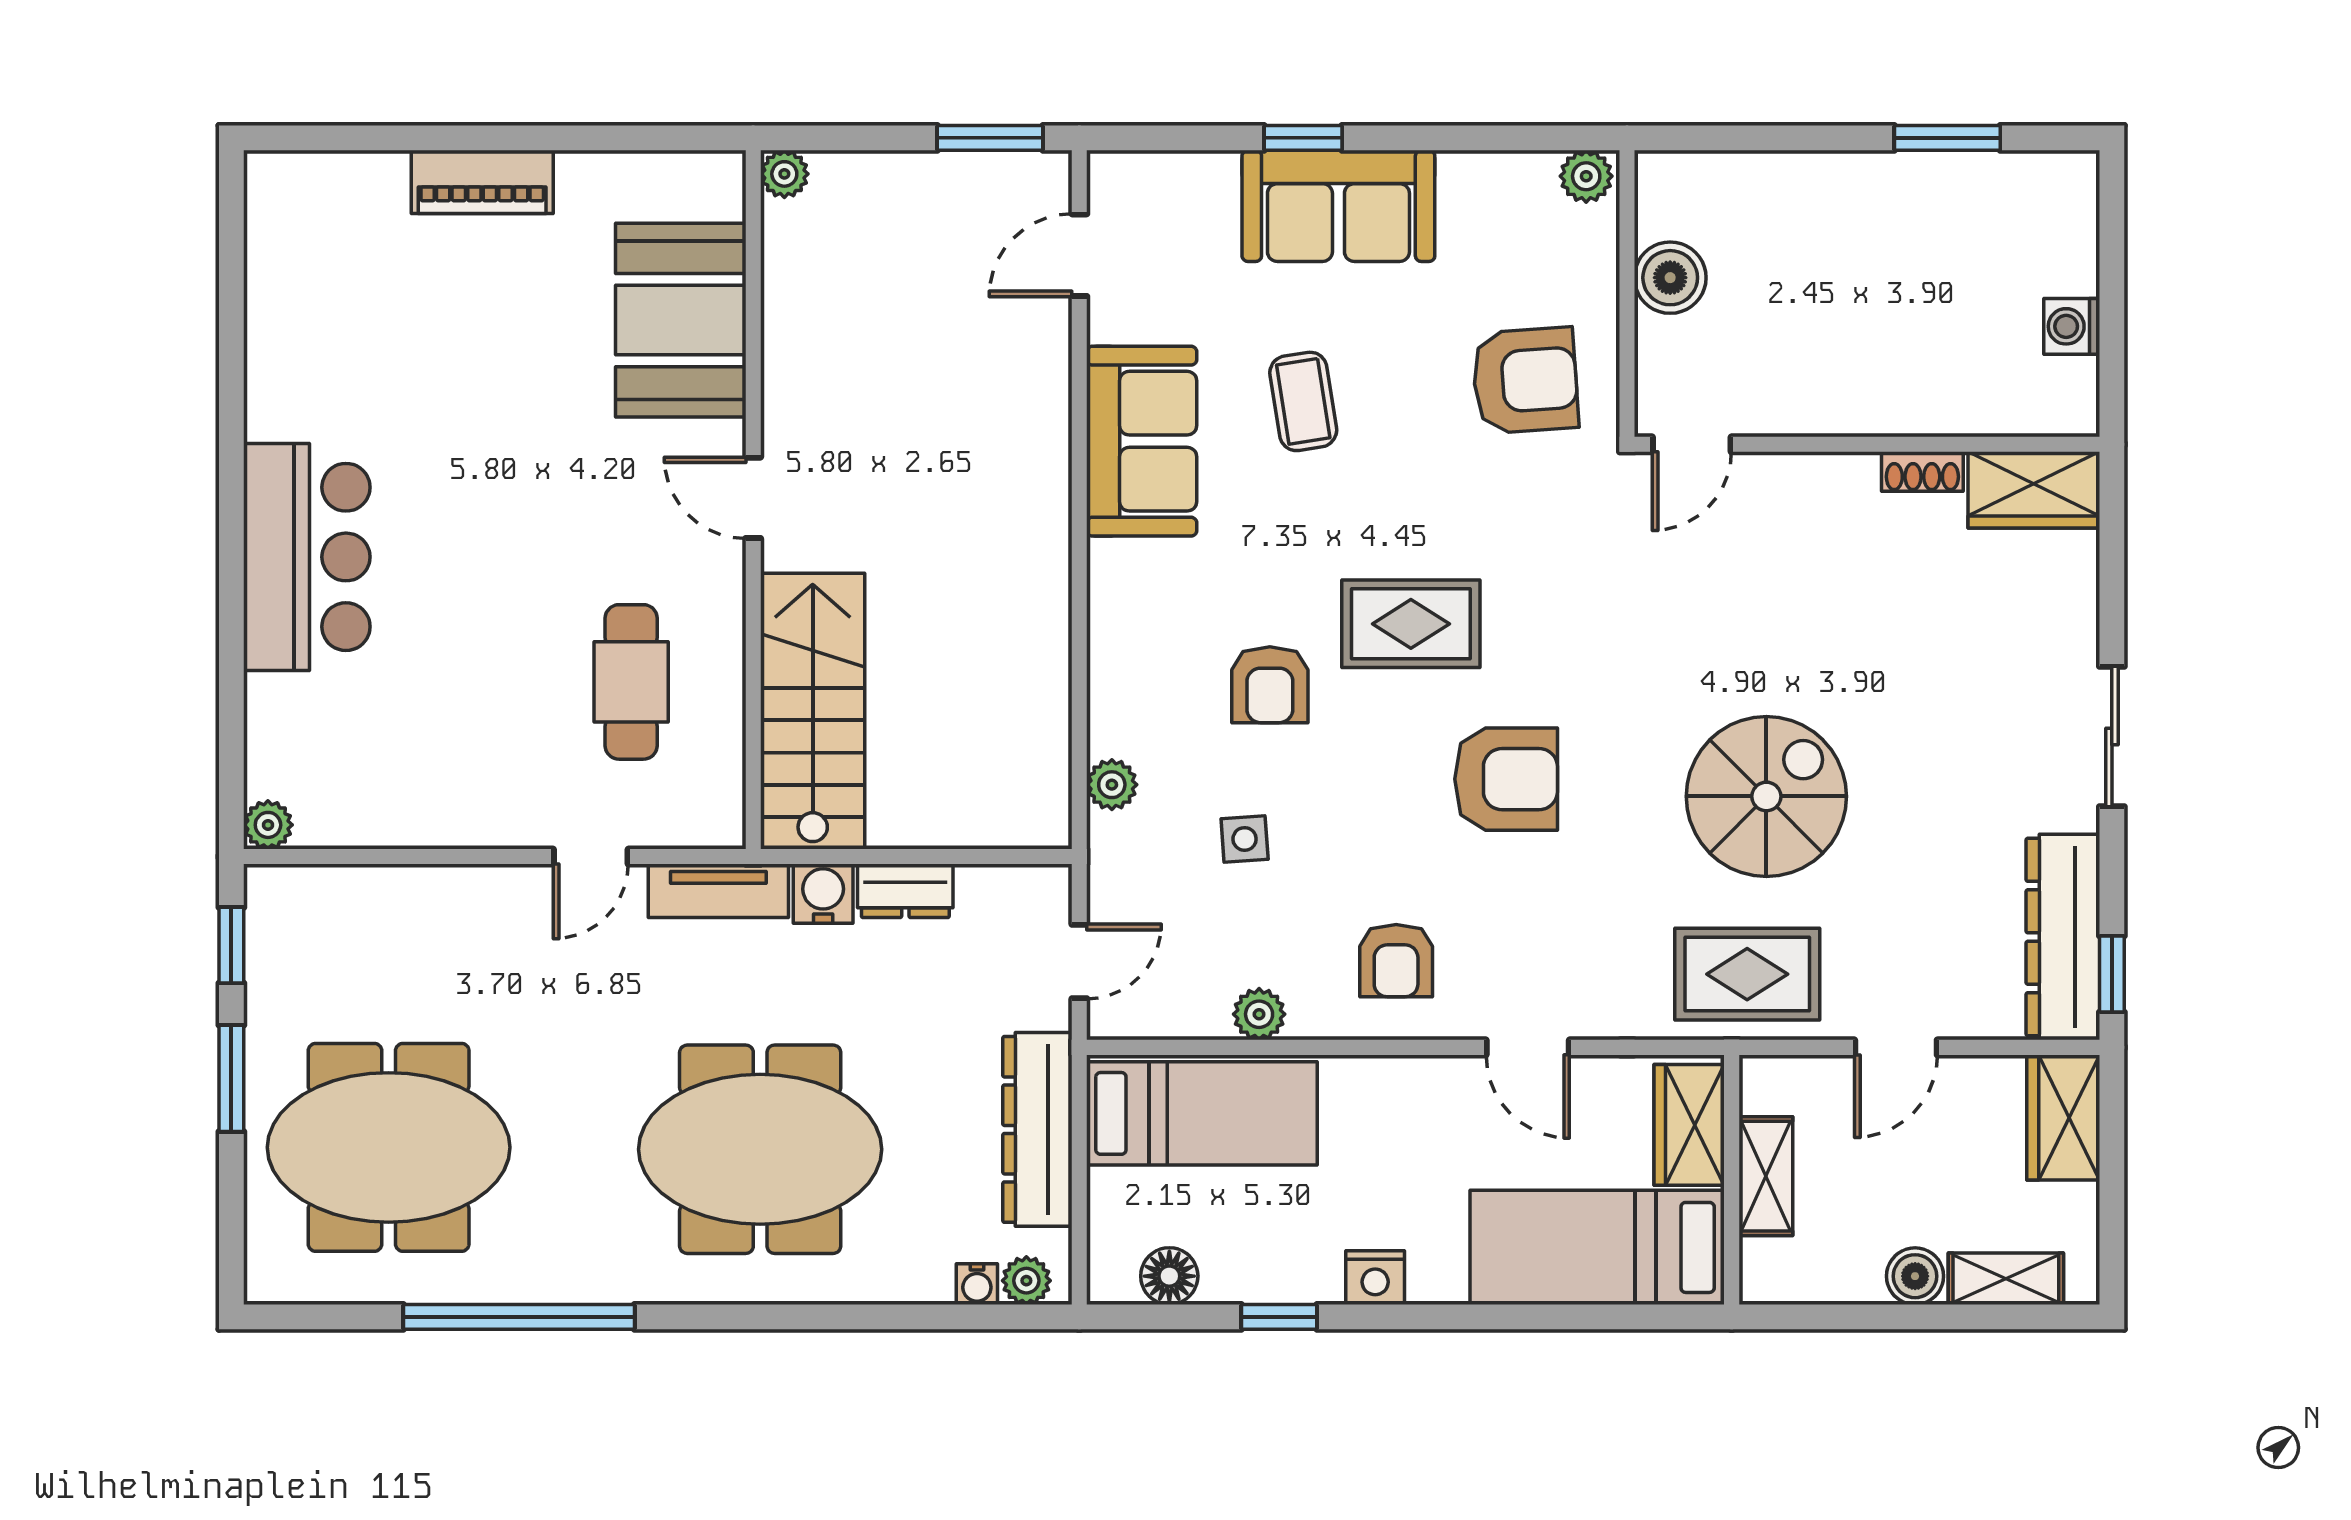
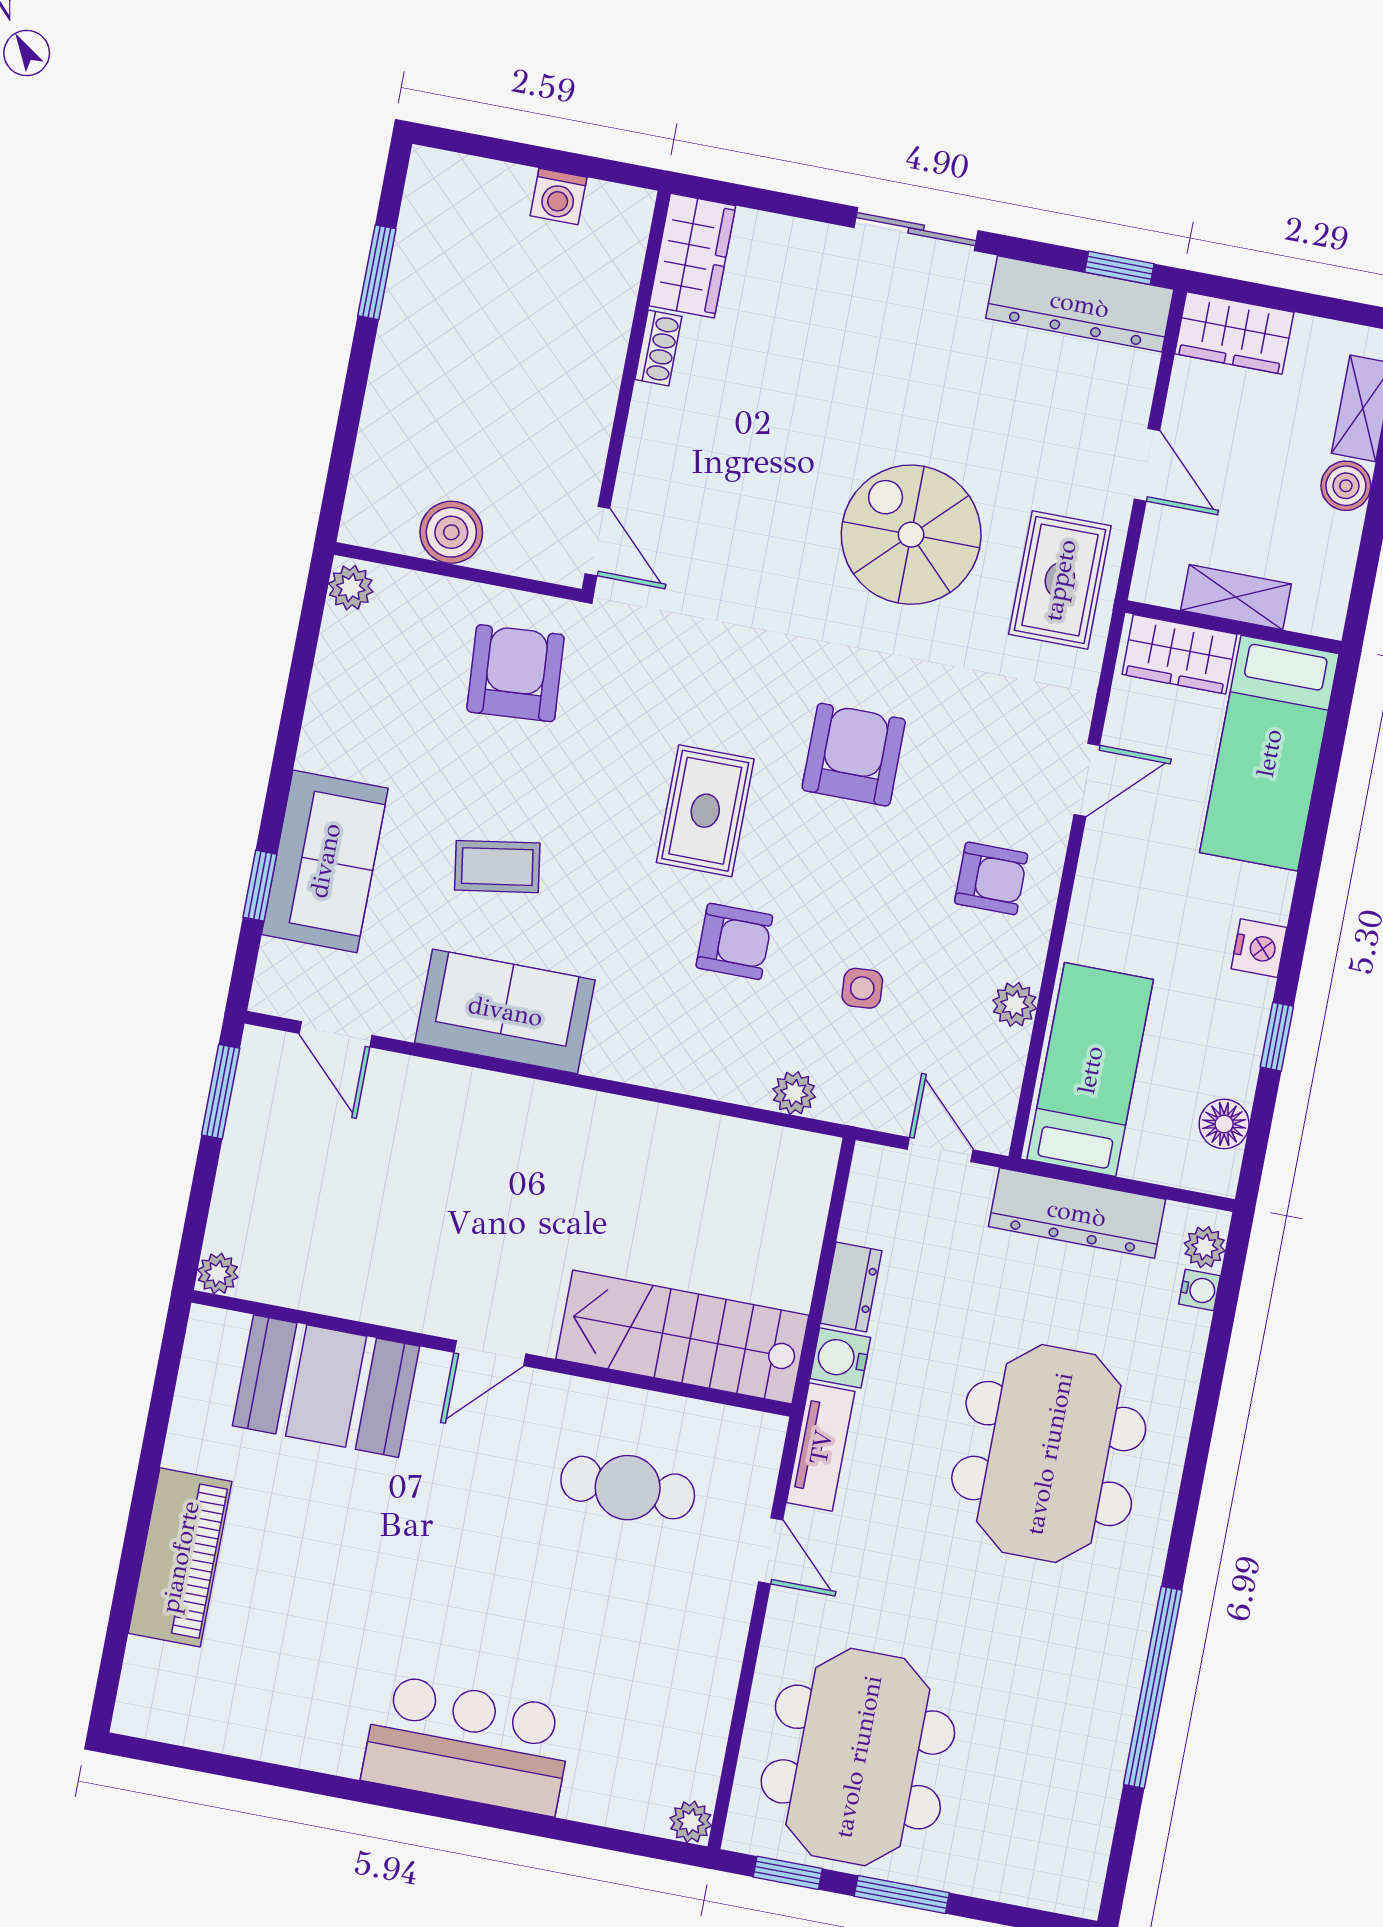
window: (1303, 138) -> (260, 886), moved
piano: (482, 182) -> (180, 1557), width x1.37, depth x1.33
sofa: (1338, 206) -> (325, 861), moved
meeting table: (389, 1147) -> (858, 1757), moved

